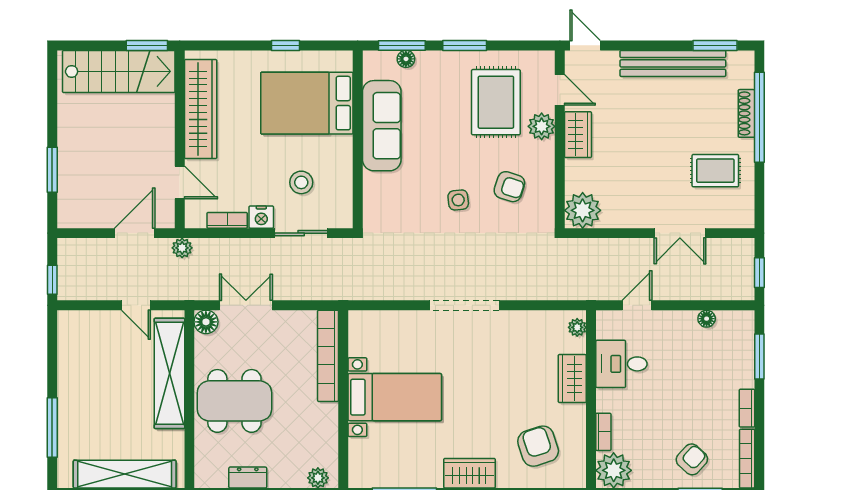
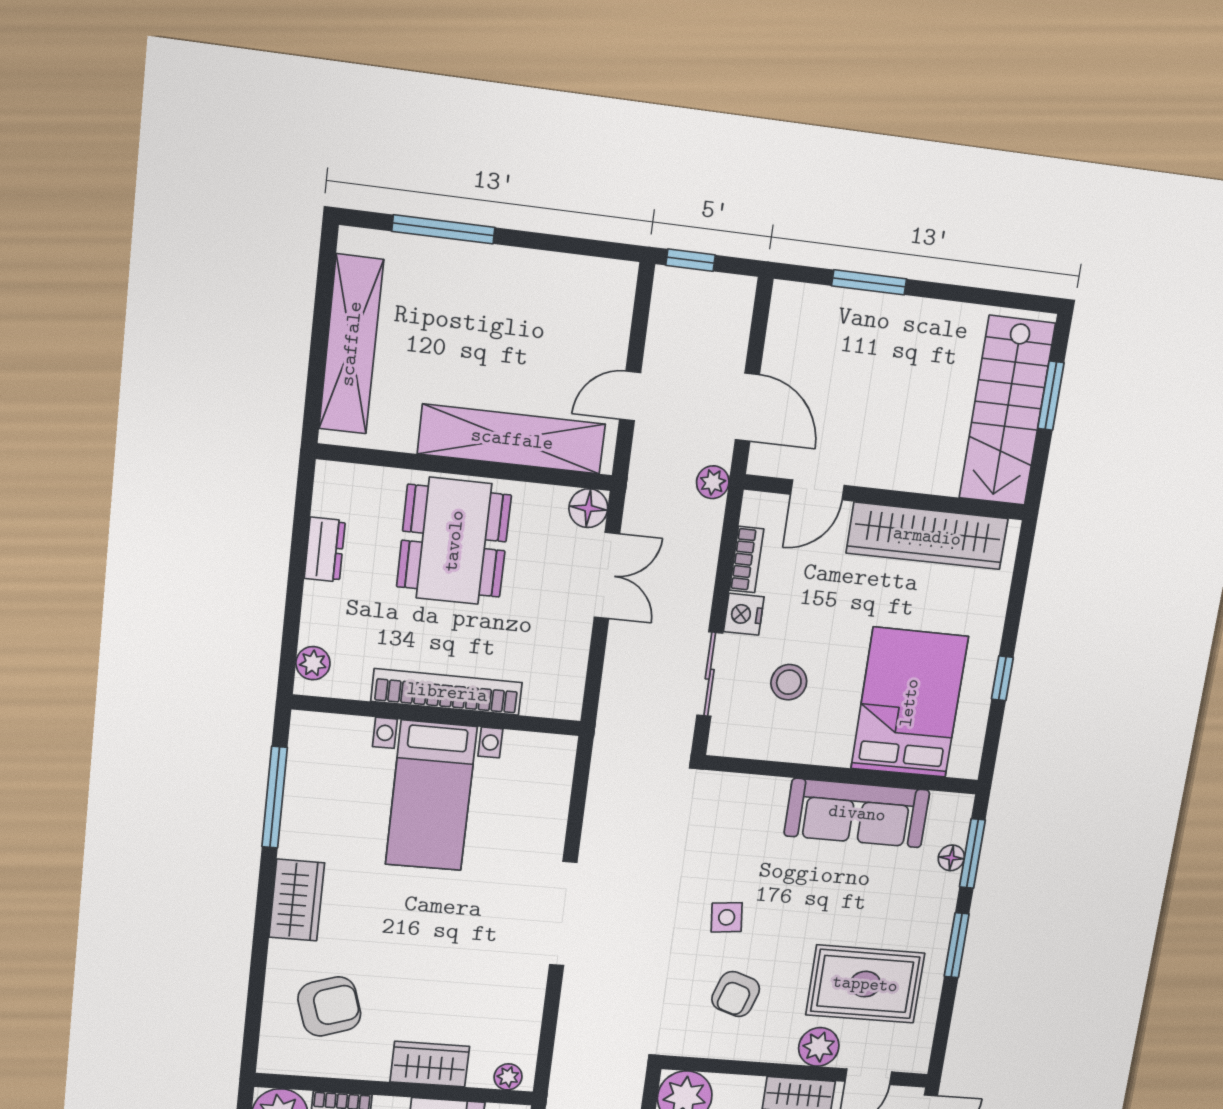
window: (147, 45) -> (1051, 396), moved
bookcase: (328, 356) -> (447, 692), moved

